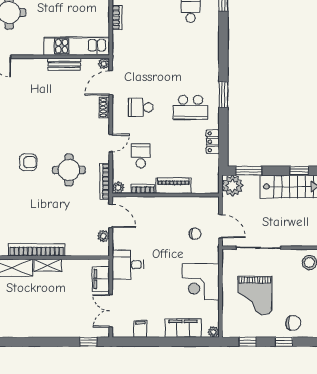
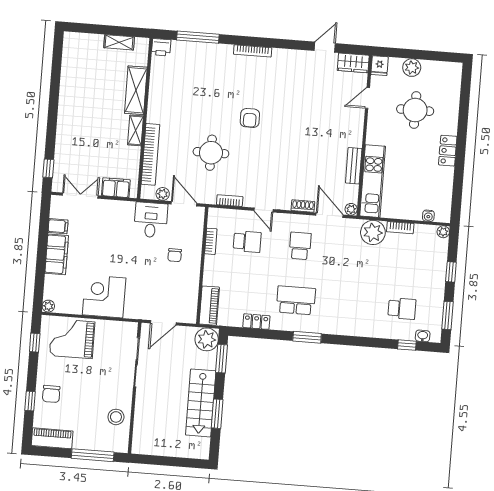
school desk: (191, 107) -> (296, 300), turned 90
round table: (69, 170) -> (211, 153), moved
window: (299, 171) -> (217, 414), width x1.50
bookcase: (105, 181) -> (230, 201), width x0.64
piano: (174, 186) -> (209, 306), moved
plant: (118, 188) -> (373, 232), moved, width x1.88, depth x1.88
door: (111, 216) -> (184, 204), swing flipped
chair: (195, 234) -> (175, 255), moved
bookcase: (37, 250) -> (150, 154), moved
desk: (128, 265) -> (151, 220), moved
grand piano: (255, 296) -> (72, 339), moved
filing cabinet: (183, 328) -> (57, 254), moved
window: (284, 342) -> (30, 401), moved

